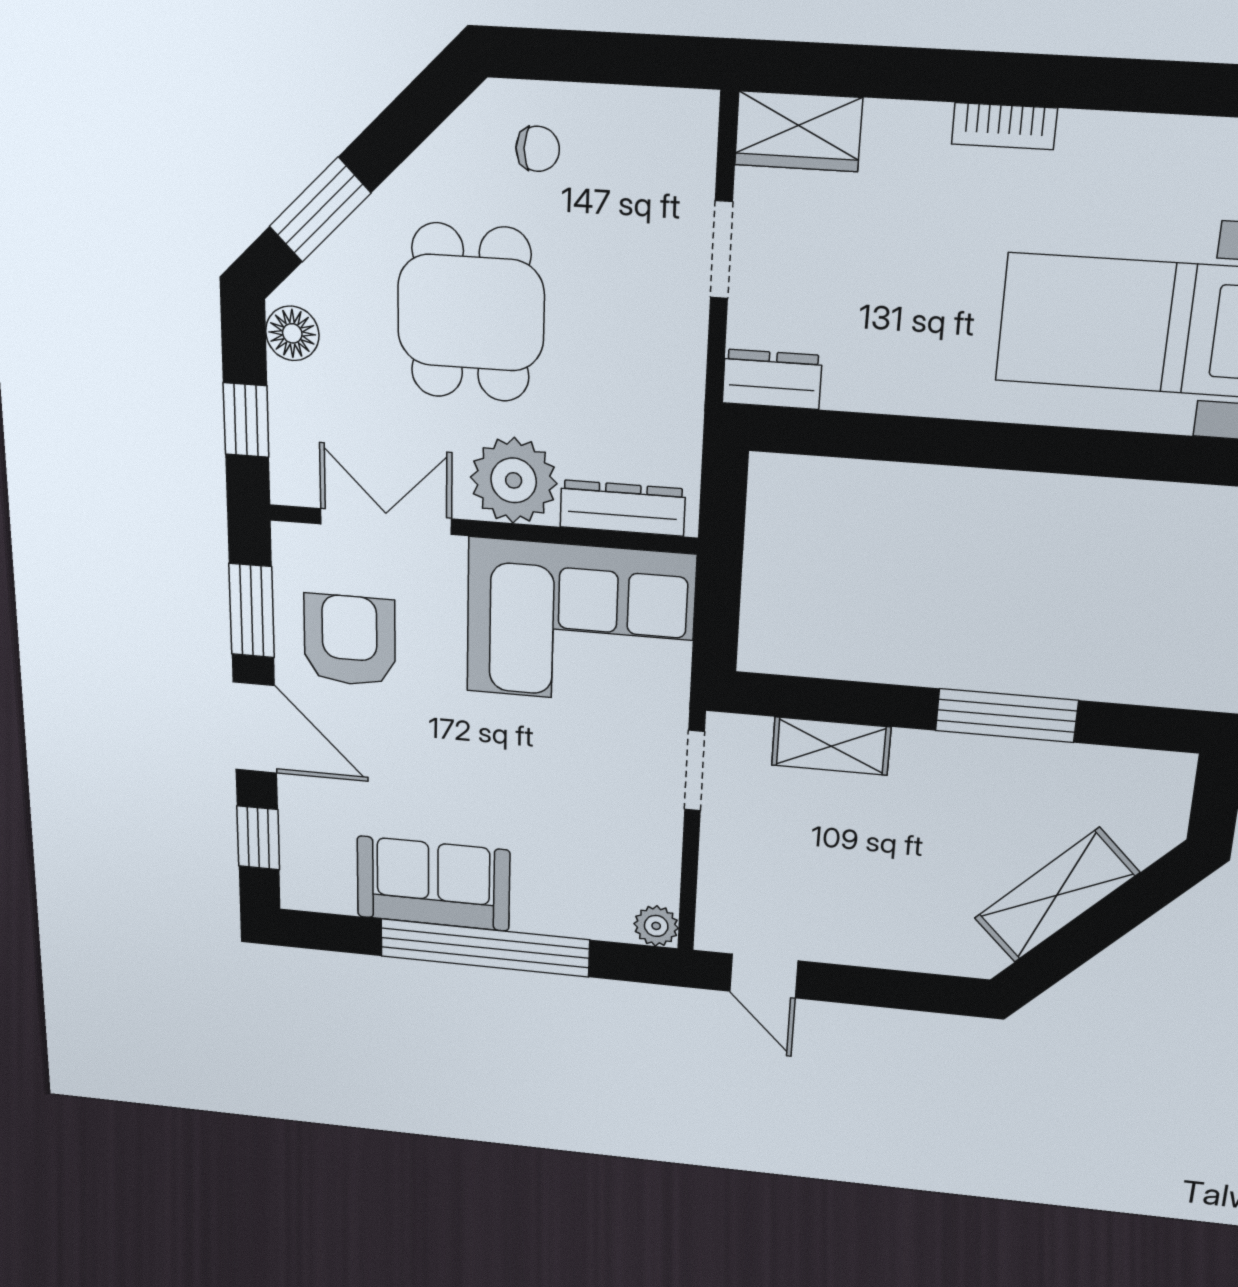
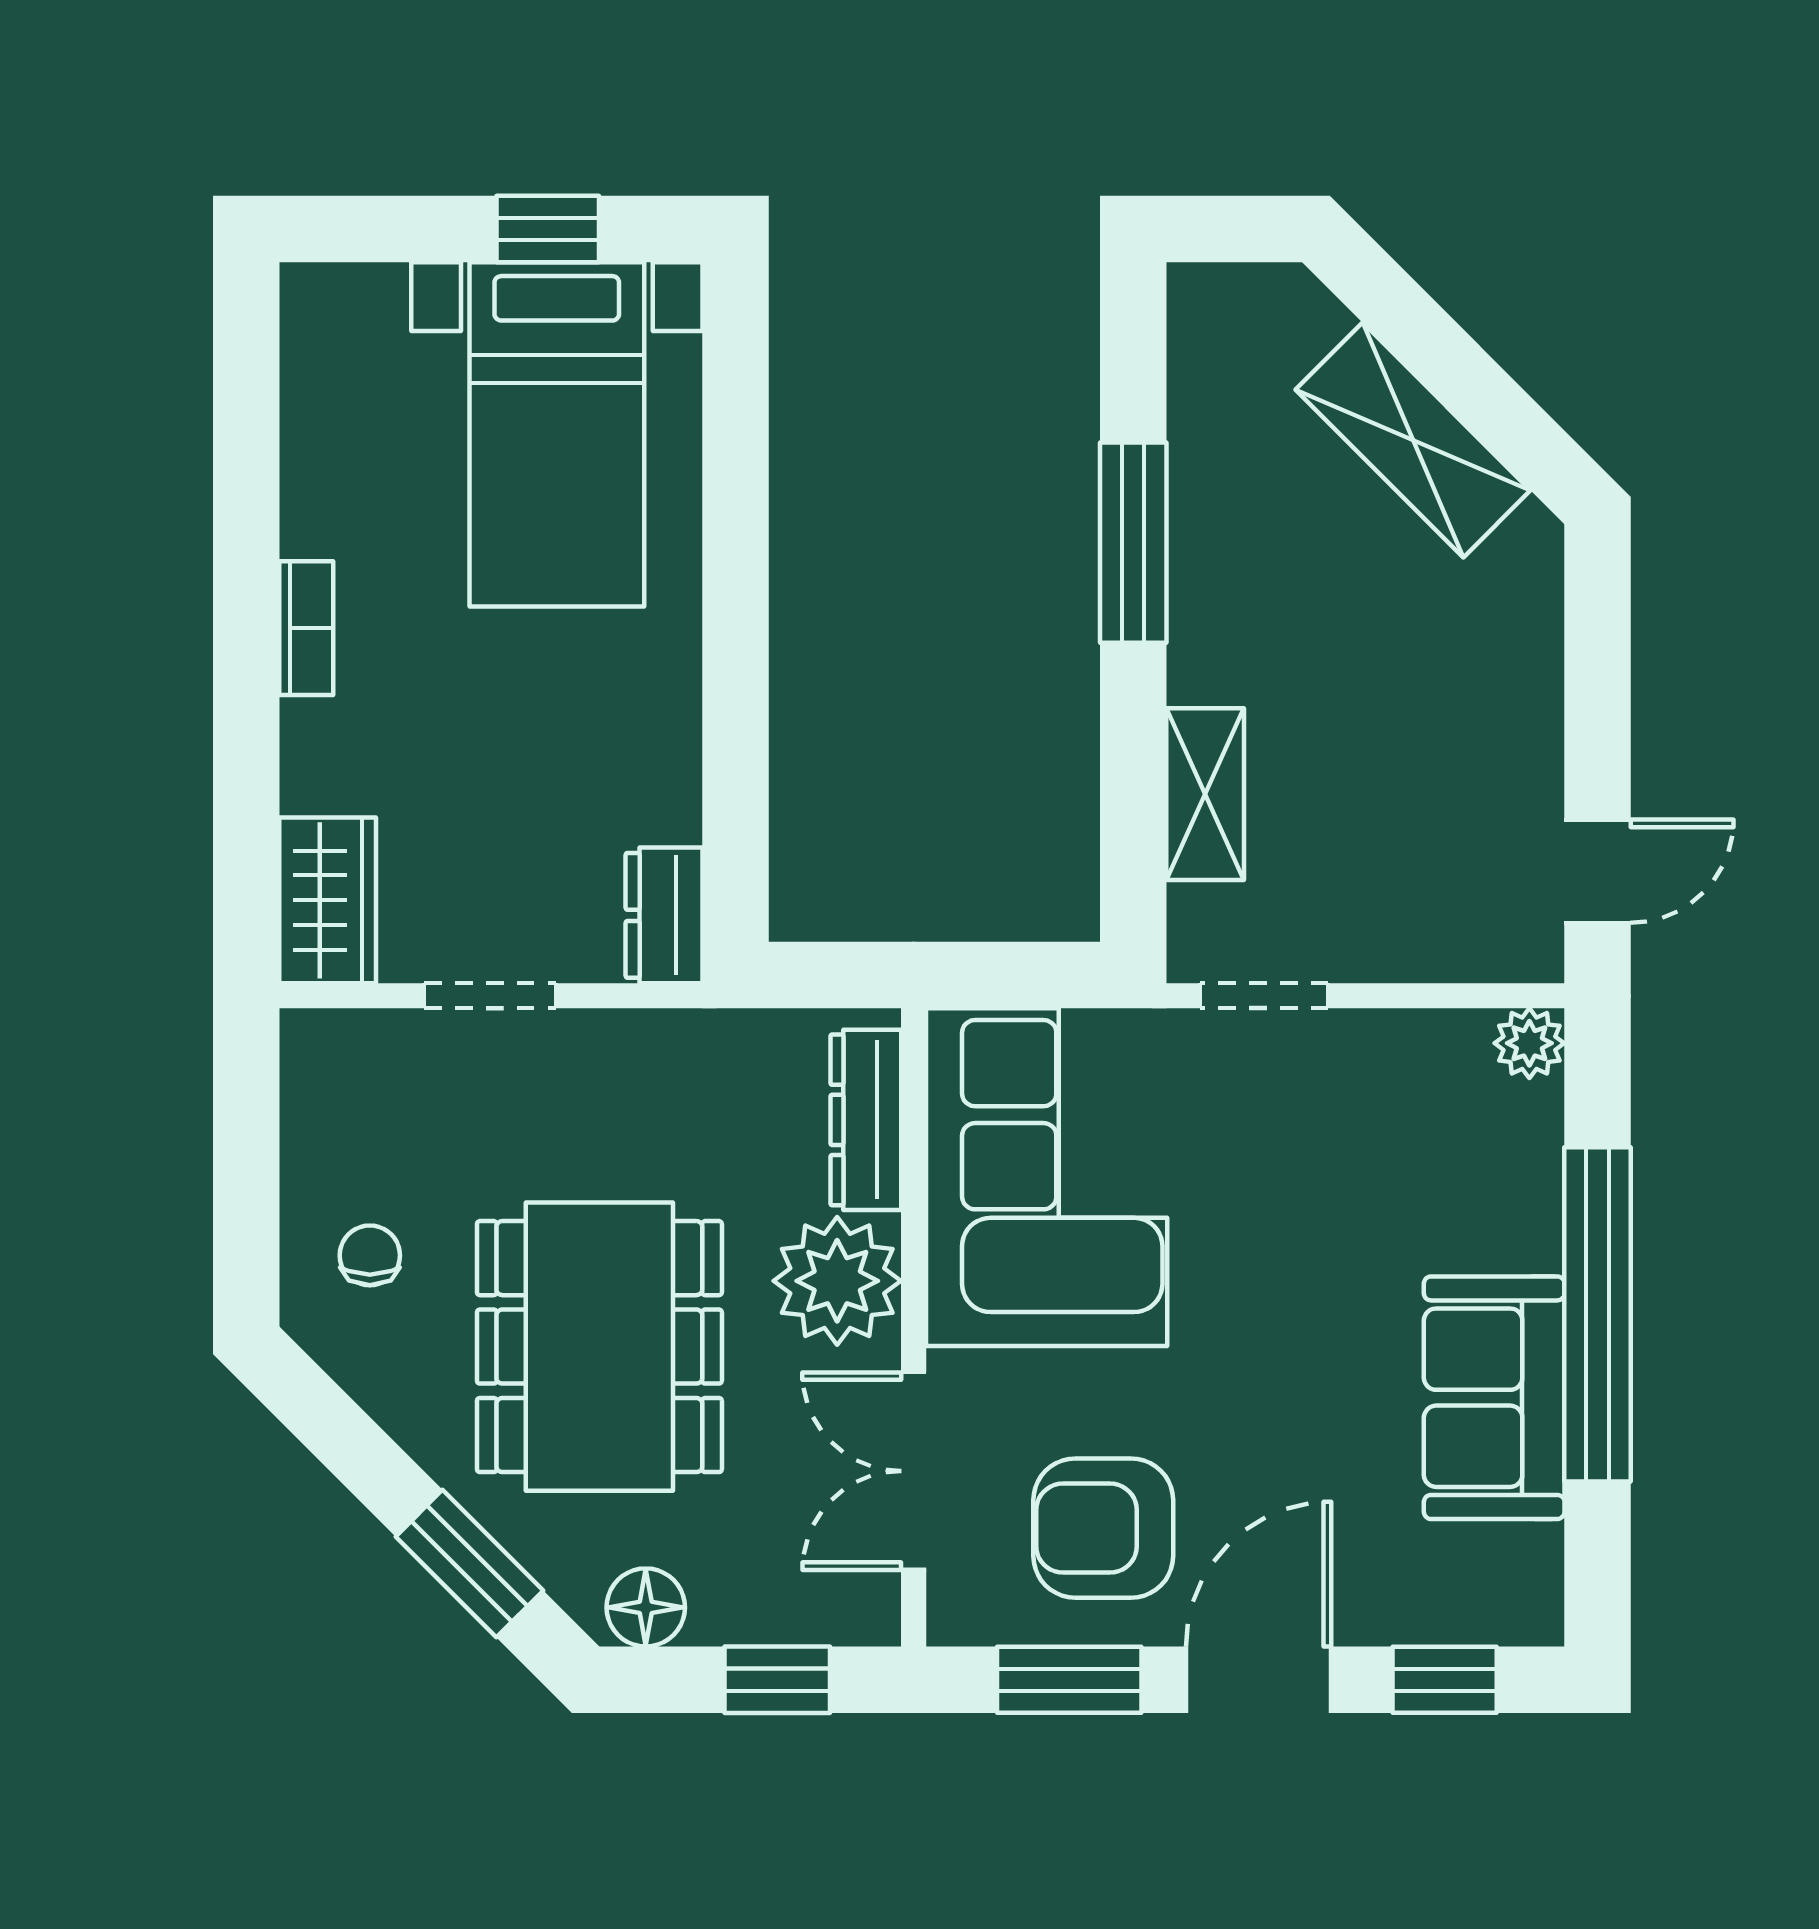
dining table: (471, 313) -> (599, 1347), width x1.38

